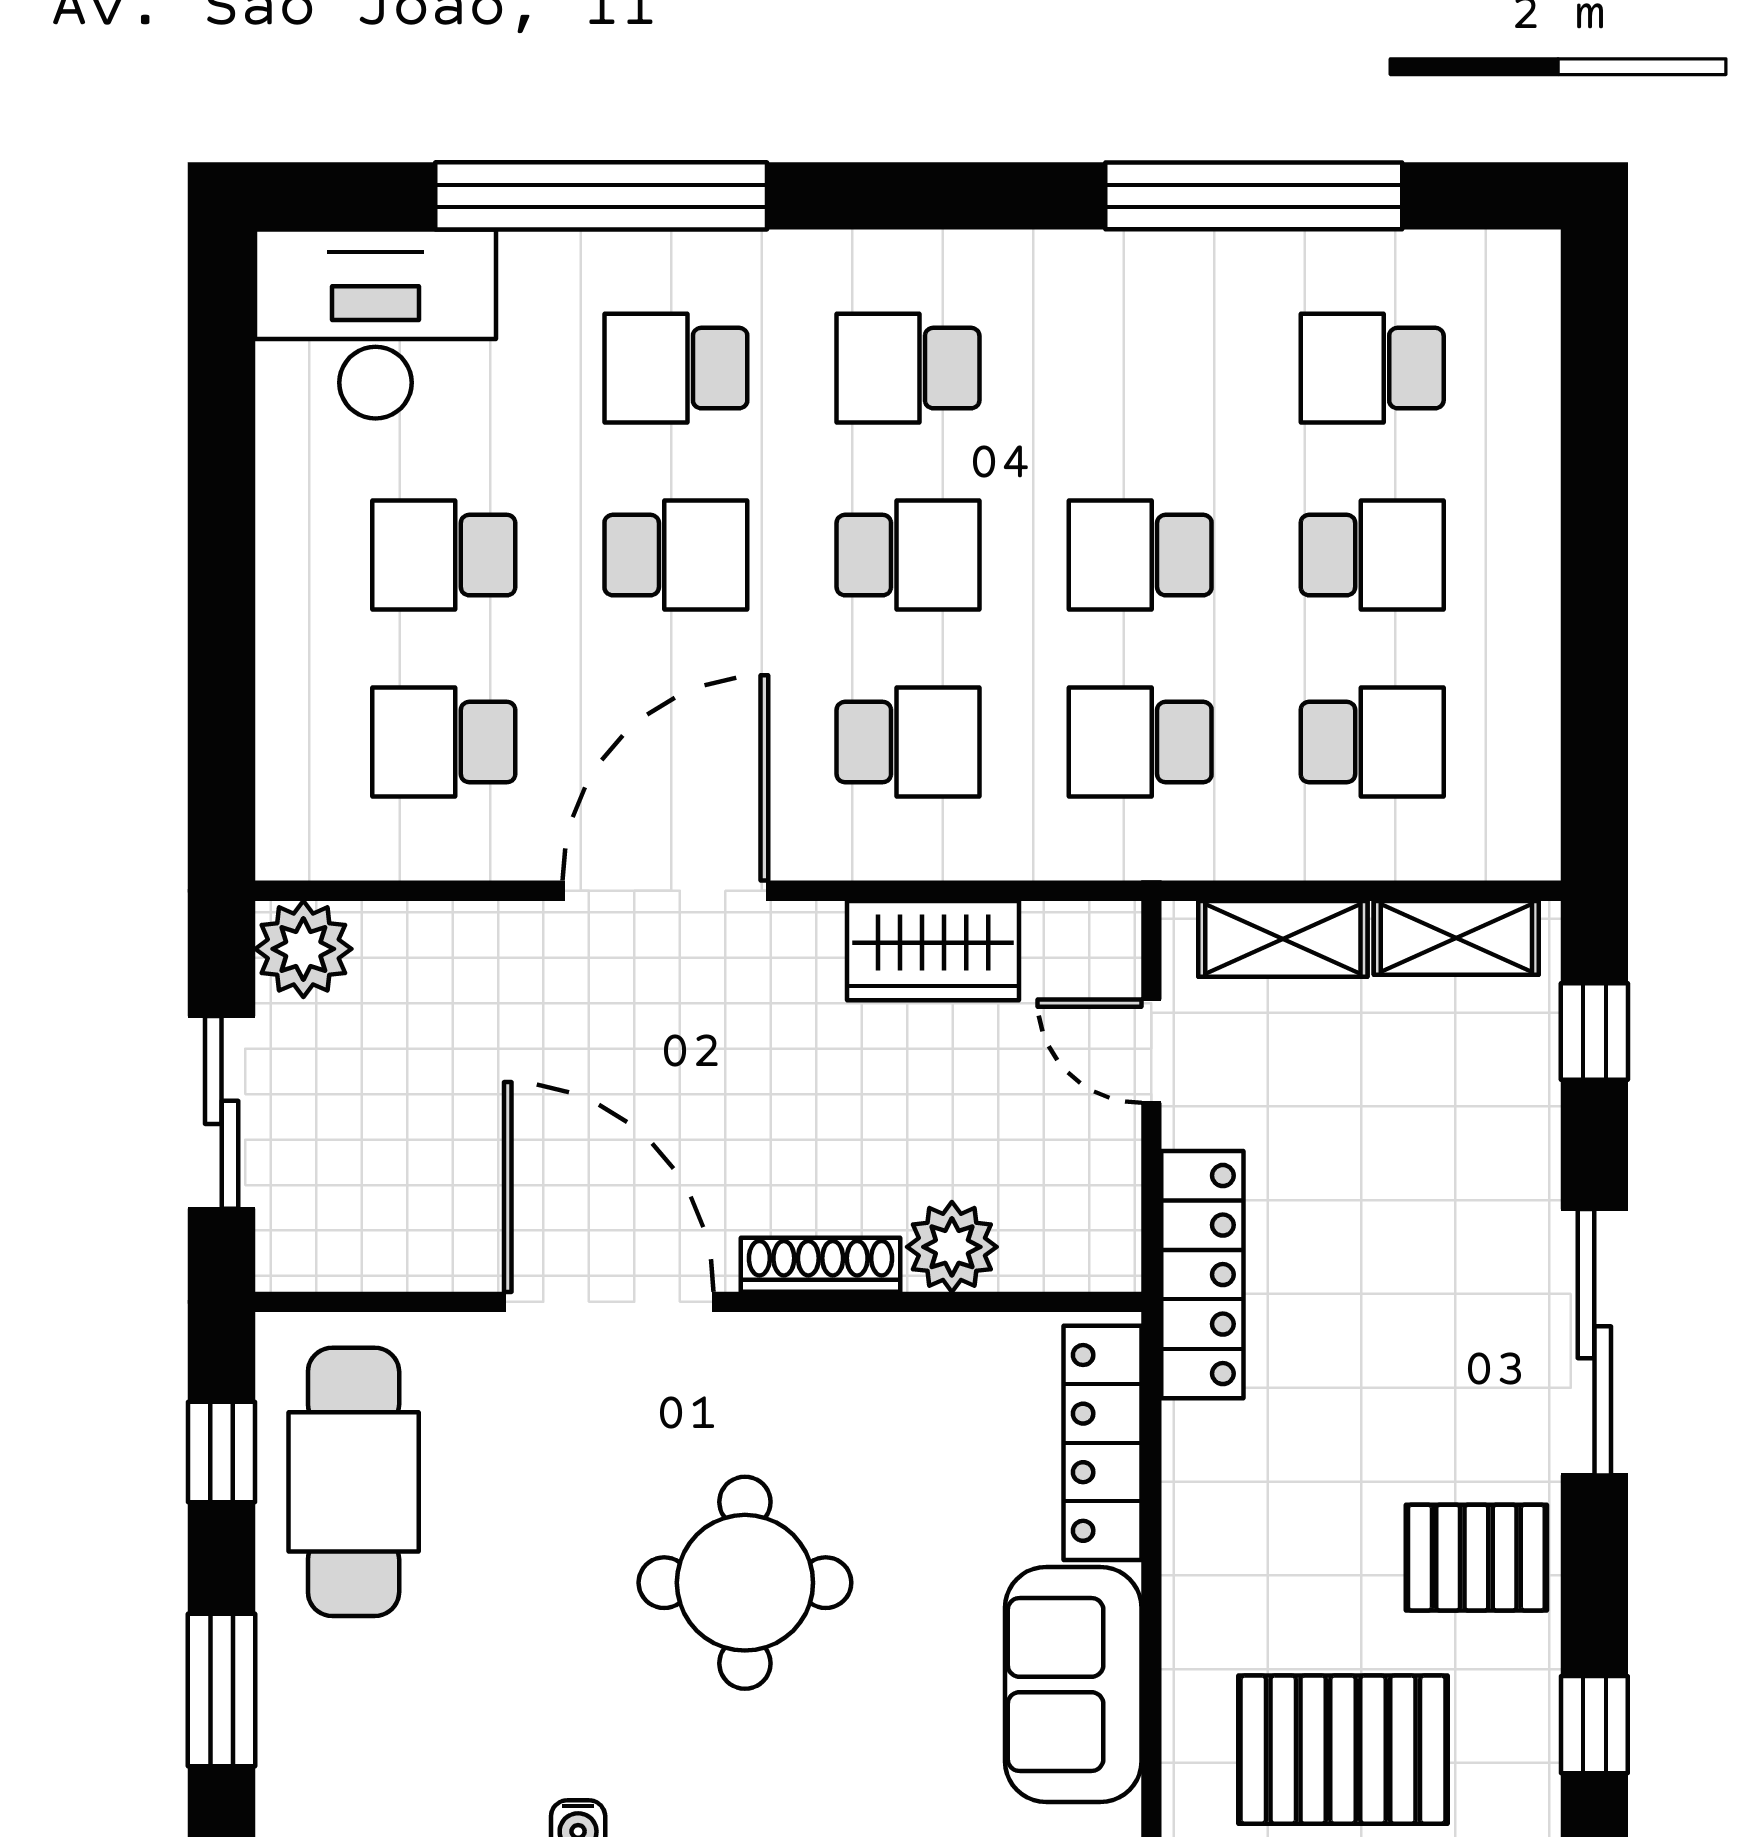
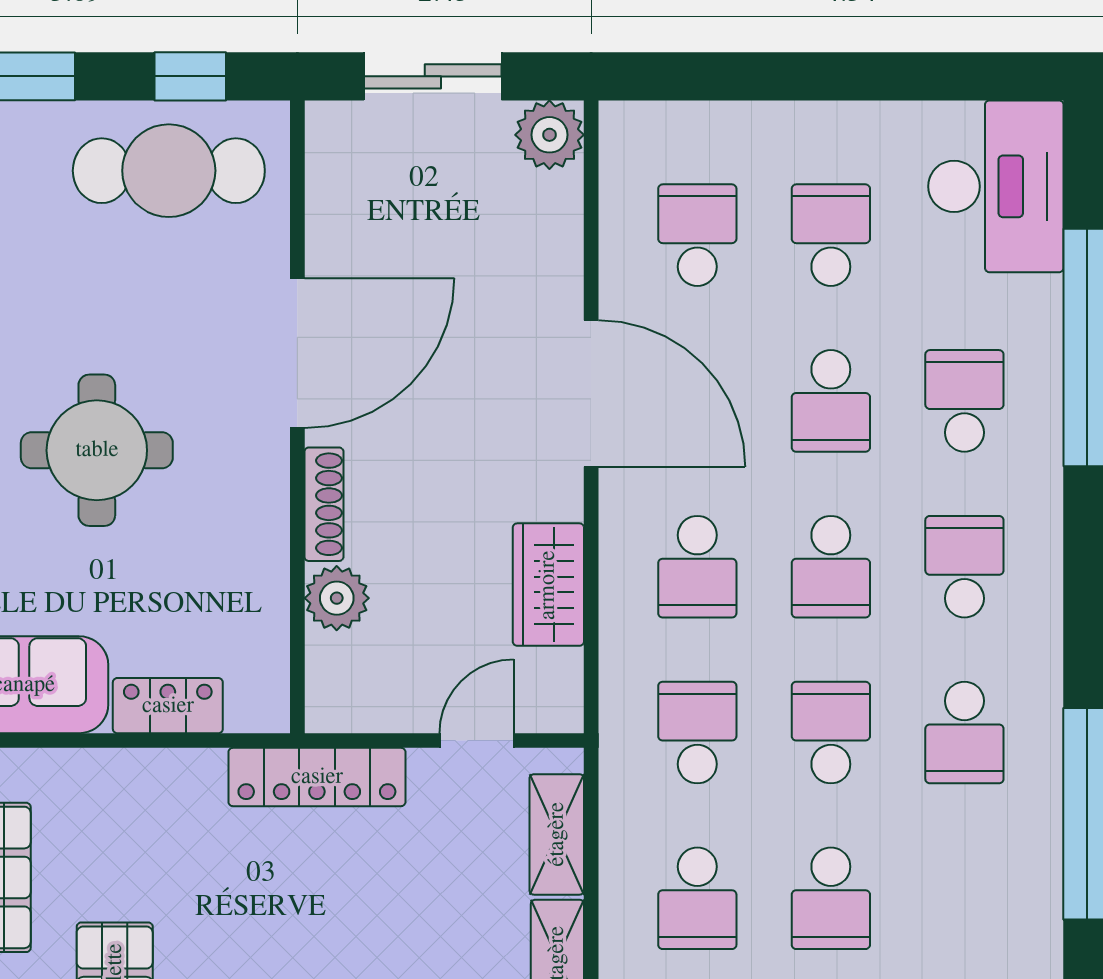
school desk: (1372, 368) -> (964, 733), moved, turned 180
locker: (1102, 1443) -> (168, 706), width x0.66

